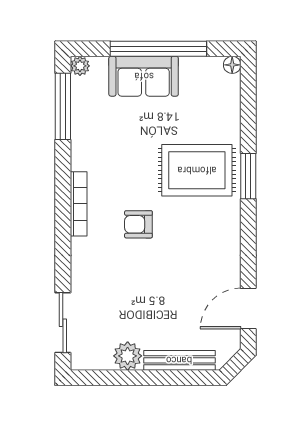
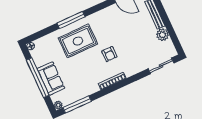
rug: (197, 170) -> (78, 41), turned 90
window: (248, 176) -> (71, 20), width x1.44

